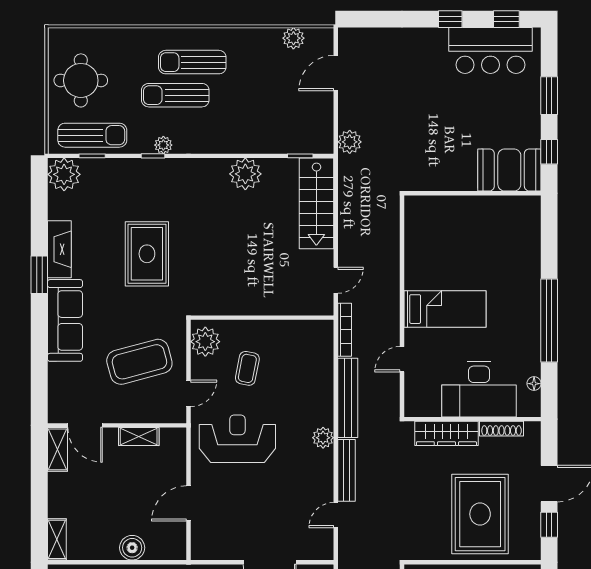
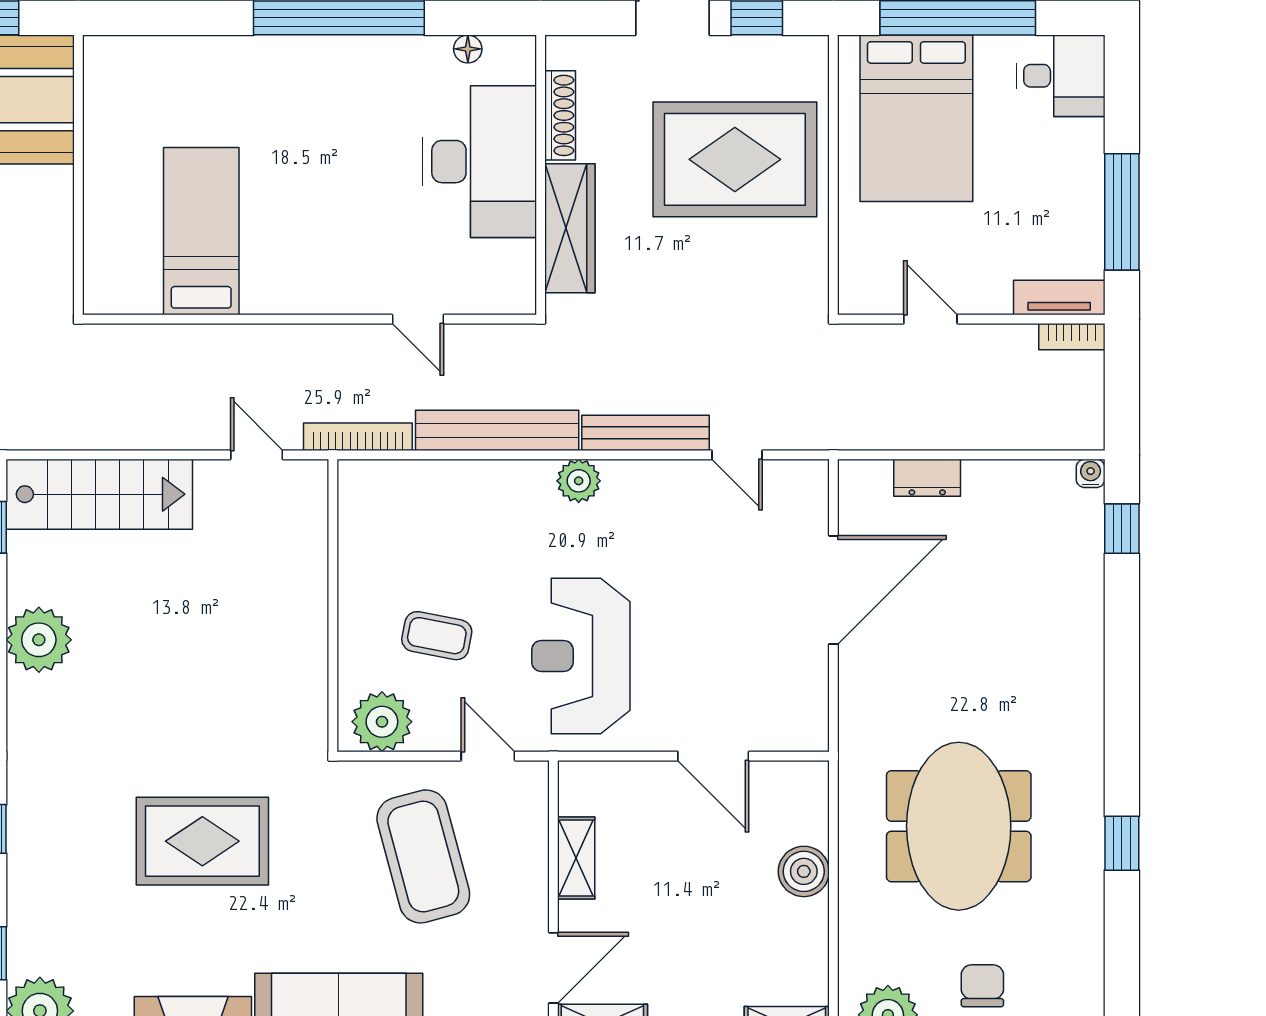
bed: (445, 309) -> (201, 231), moved

